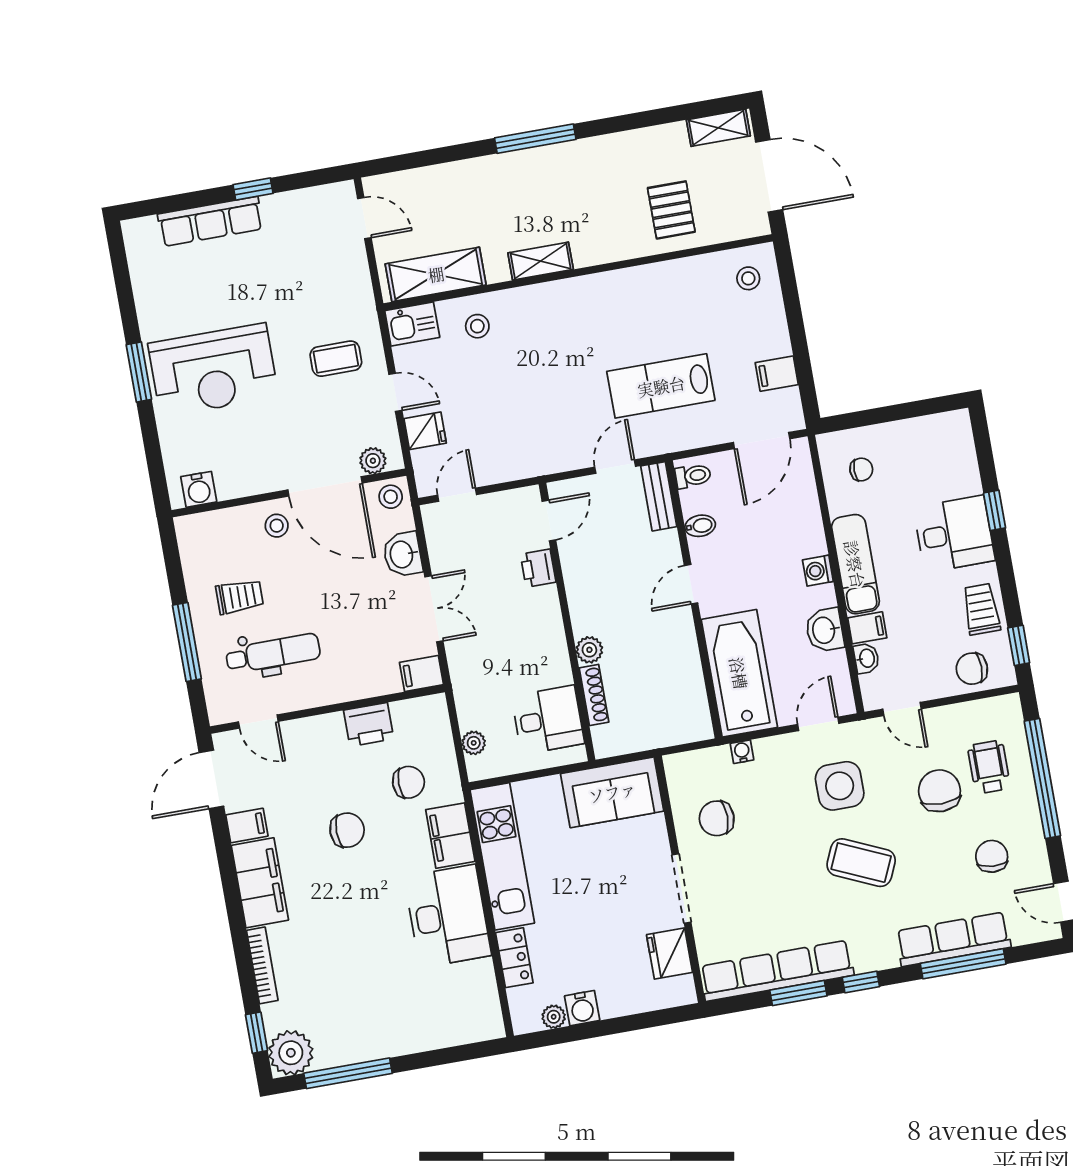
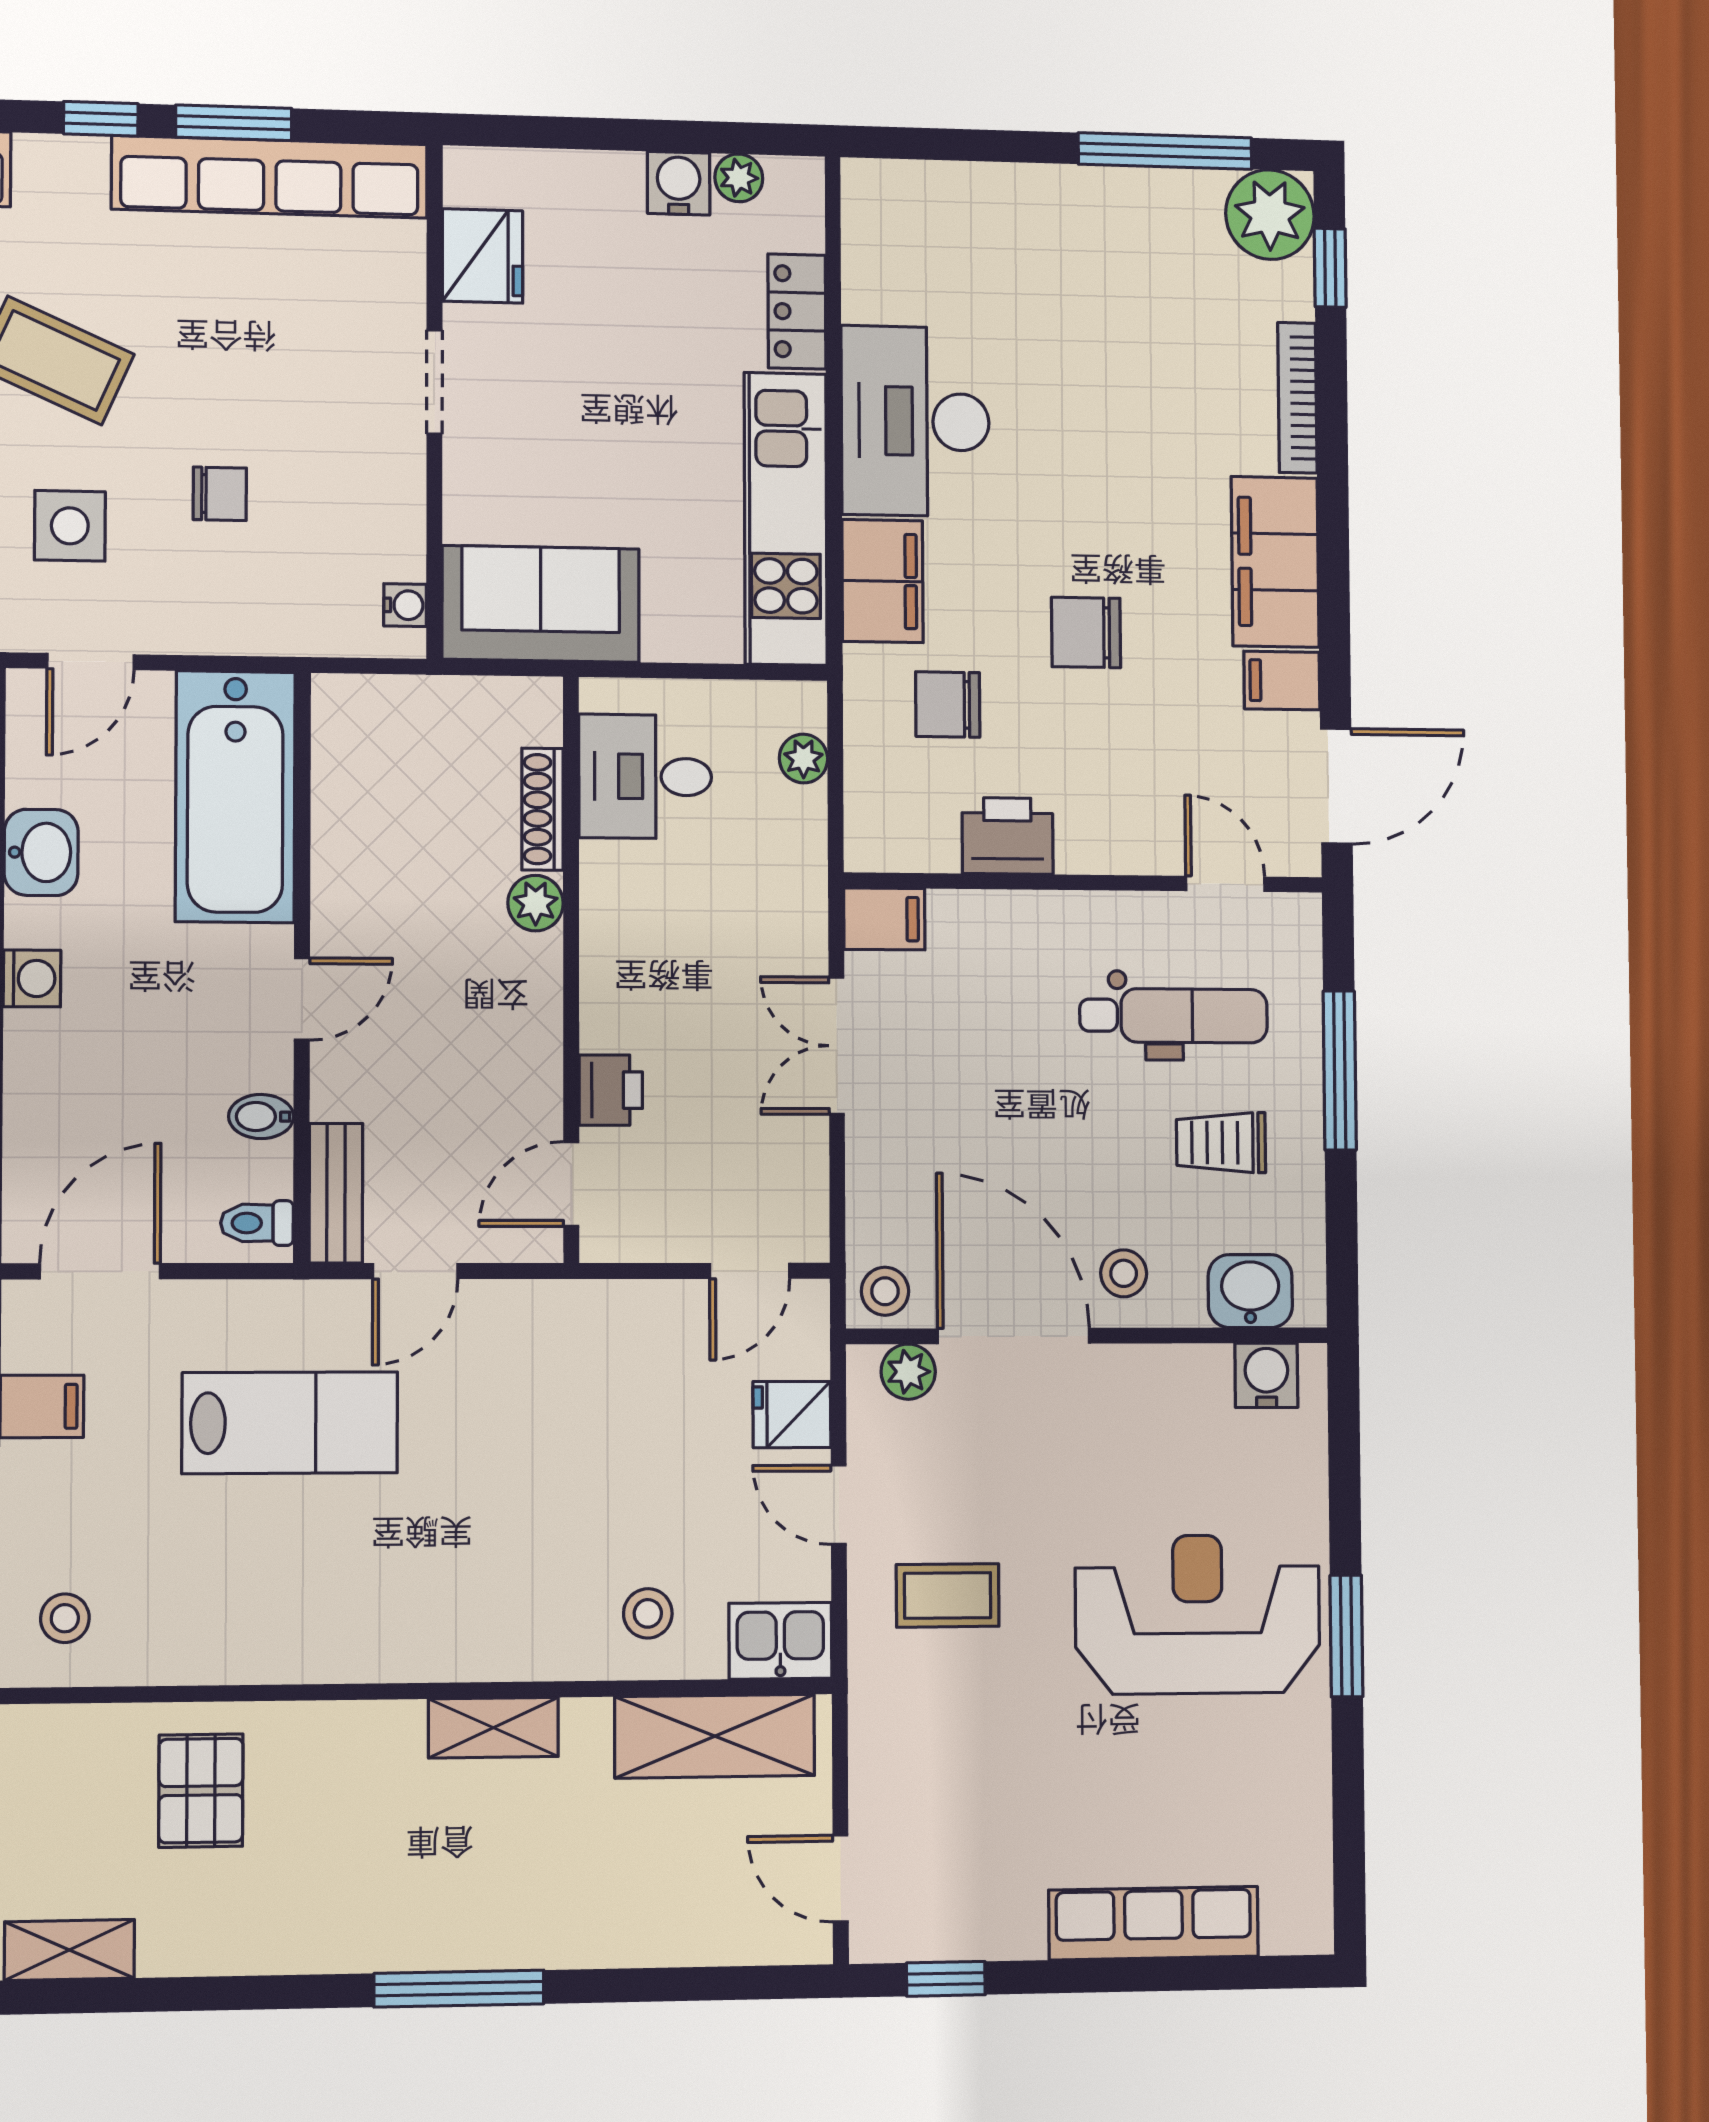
window: (253, 189) -> (946, 1979), moved
washbasin: (402, 554) -> (1250, 1291), moved, turned -90
dental chair: (273, 653) -> (1174, 1016), turned 180
water cooler: (742, 752) -> (405, 605), moved, turned -90
side table: (840, 786) -> (70, 526), width x0.73, depth x0.73
chair: (717, 818) -> (220, 494), moved, width x0.73, depth x0.73
doorway: (681, 888) -> (434, 382), width x0.73

